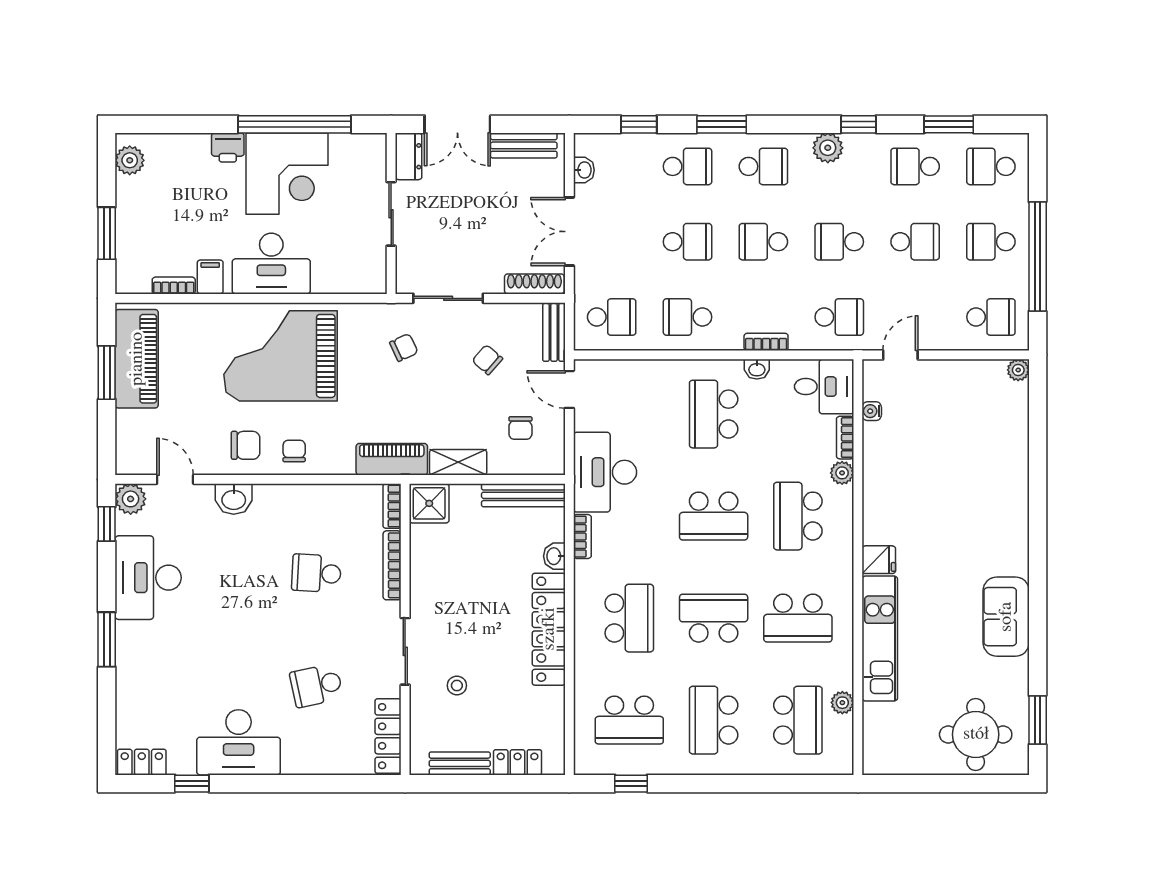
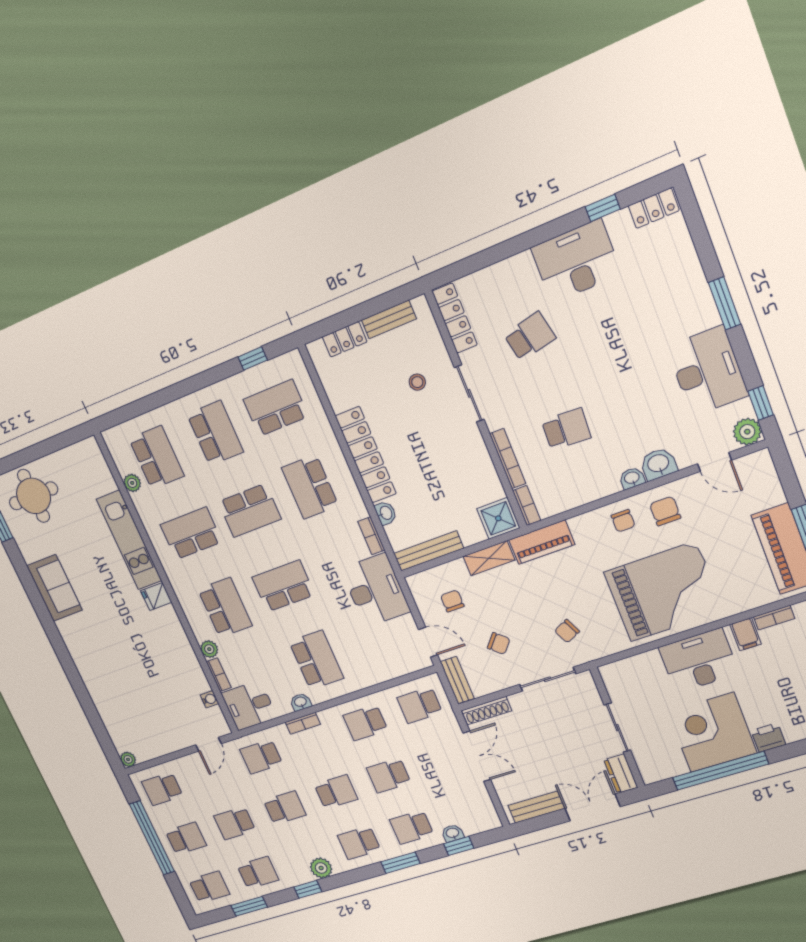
washbasin: (584, 170) -> (453, 833), moved, turned 90
school desk: (688, 317) -> (365, 723), turned 180
chair: (246, 445) -> (665, 511), turned 90
washbasin: (267, 494) -> (632, 478), added
school desk: (798, 720) -> (156, 457), turned 180

